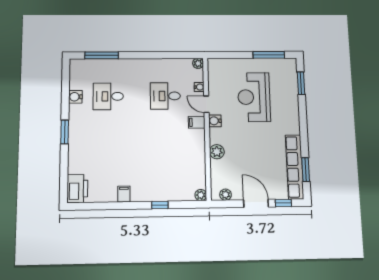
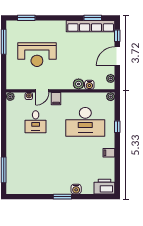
desk: (108, 96) -> (85, 122), moved, width x1.87, depth x1.30
water cooler: (75, 97) -> (76, 189), moved
water cooler: (215, 121) -> (89, 85), moved

